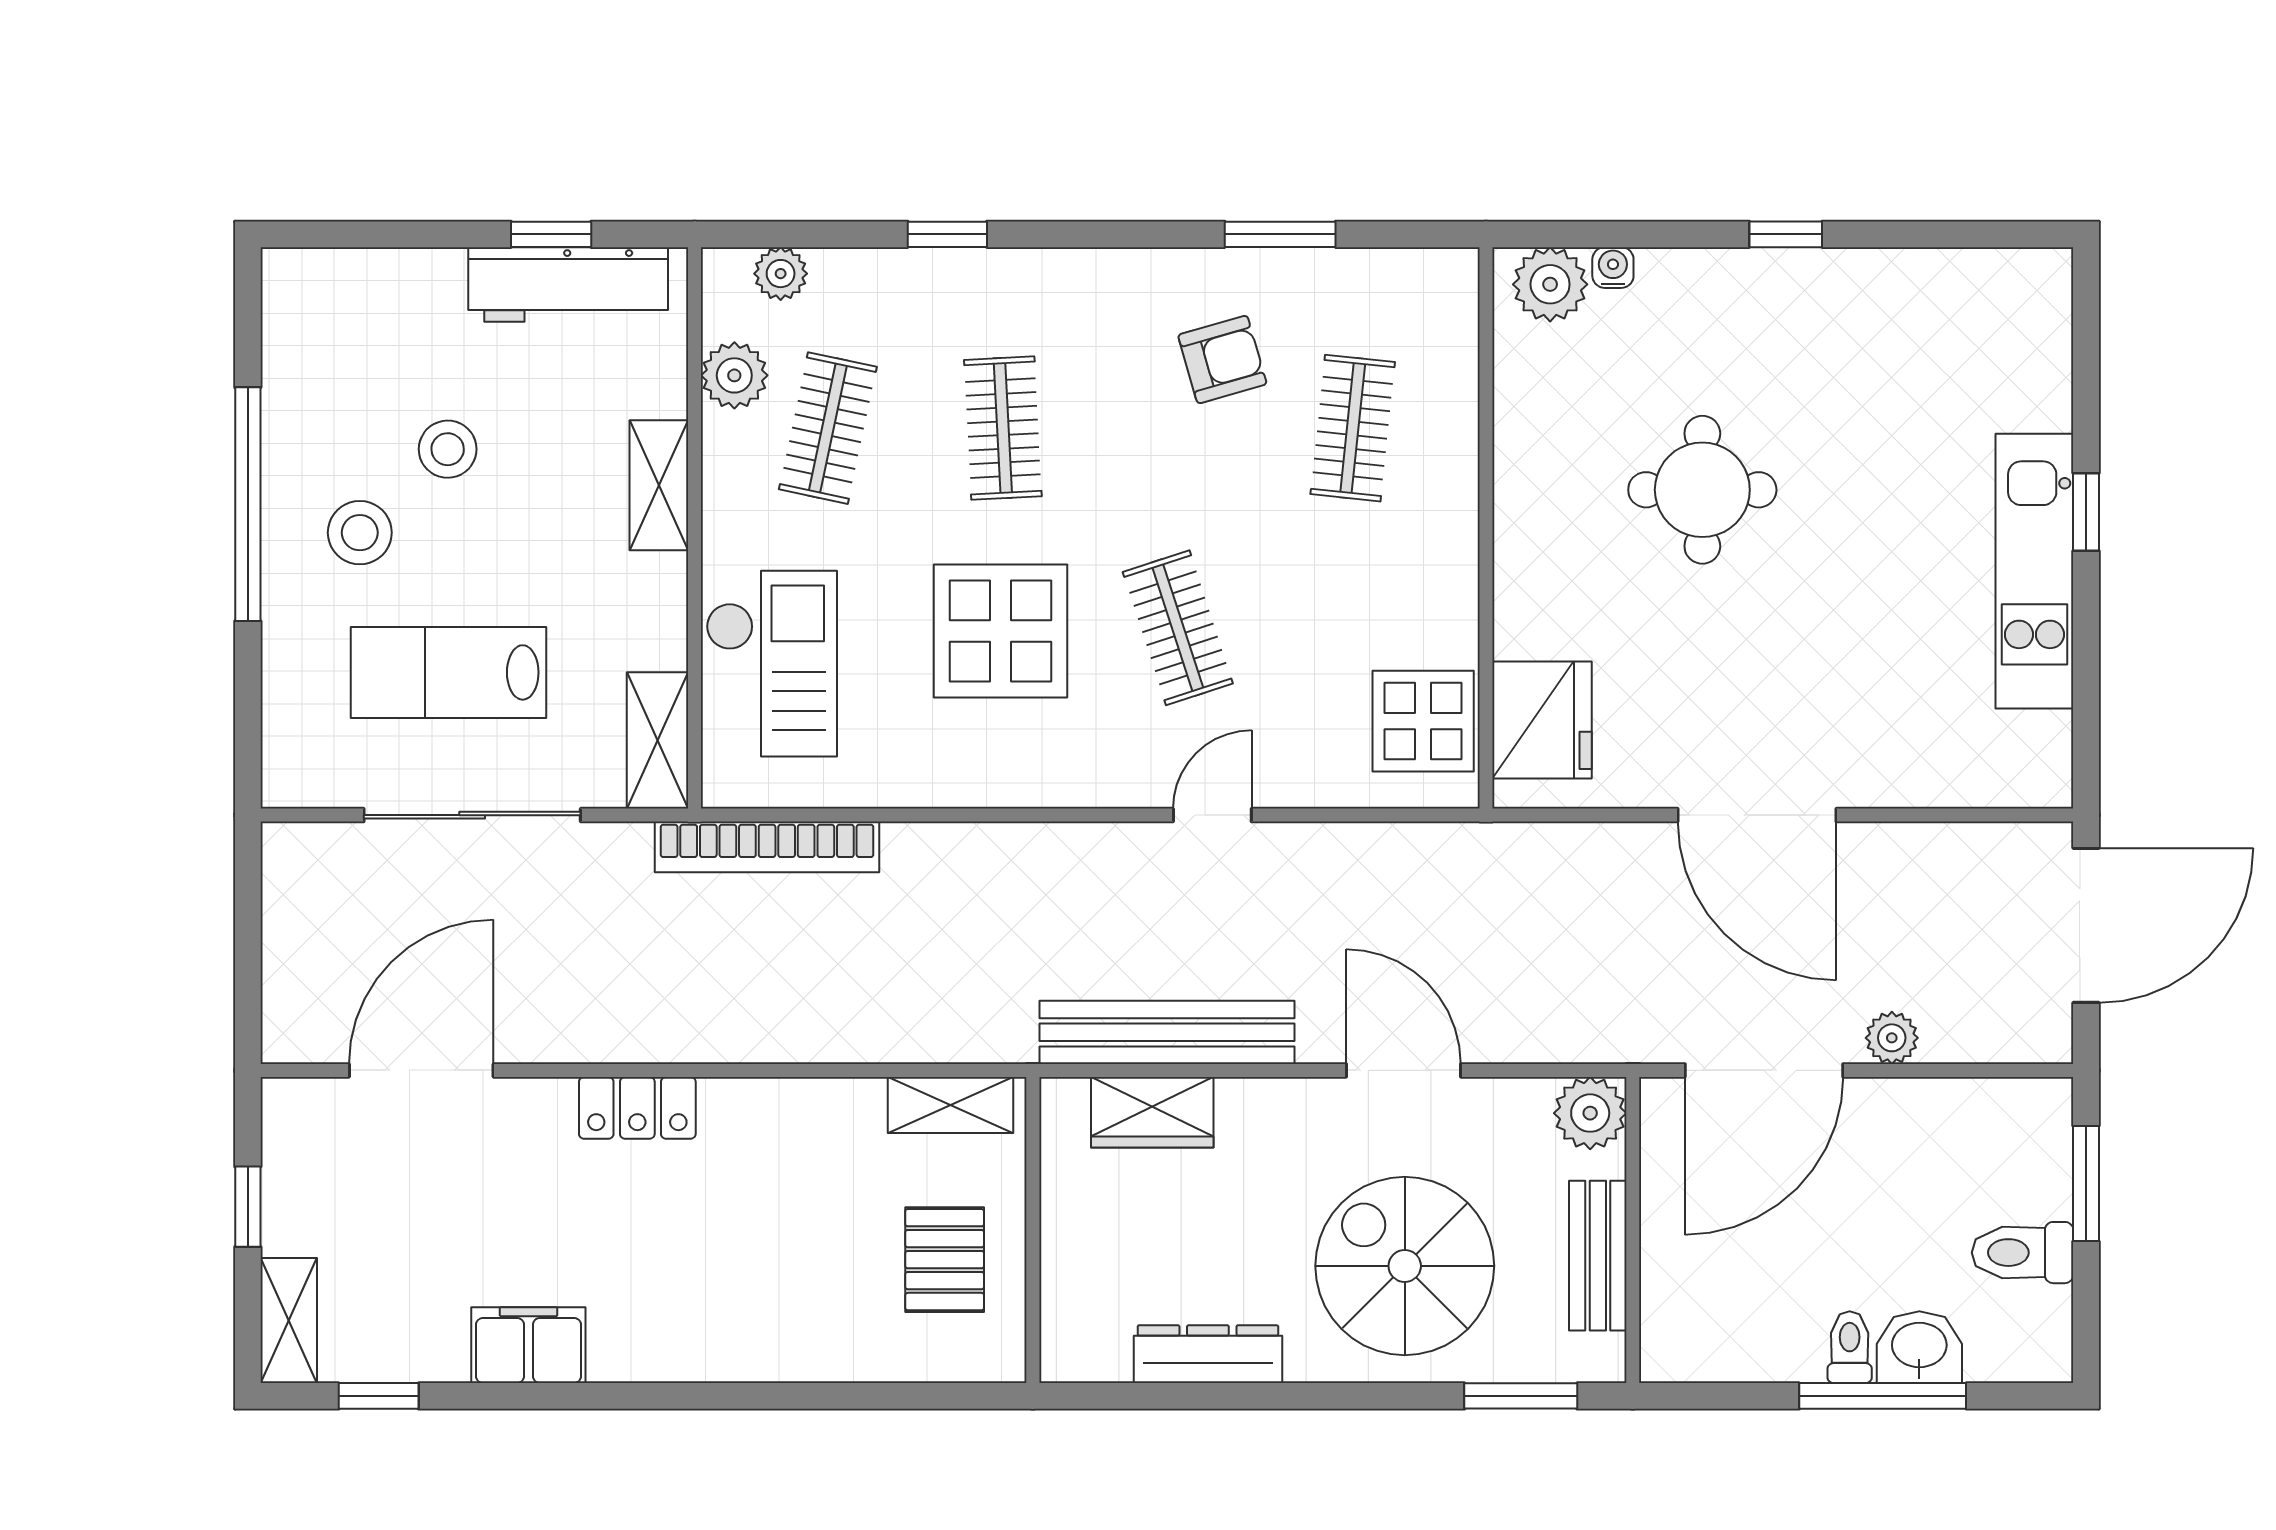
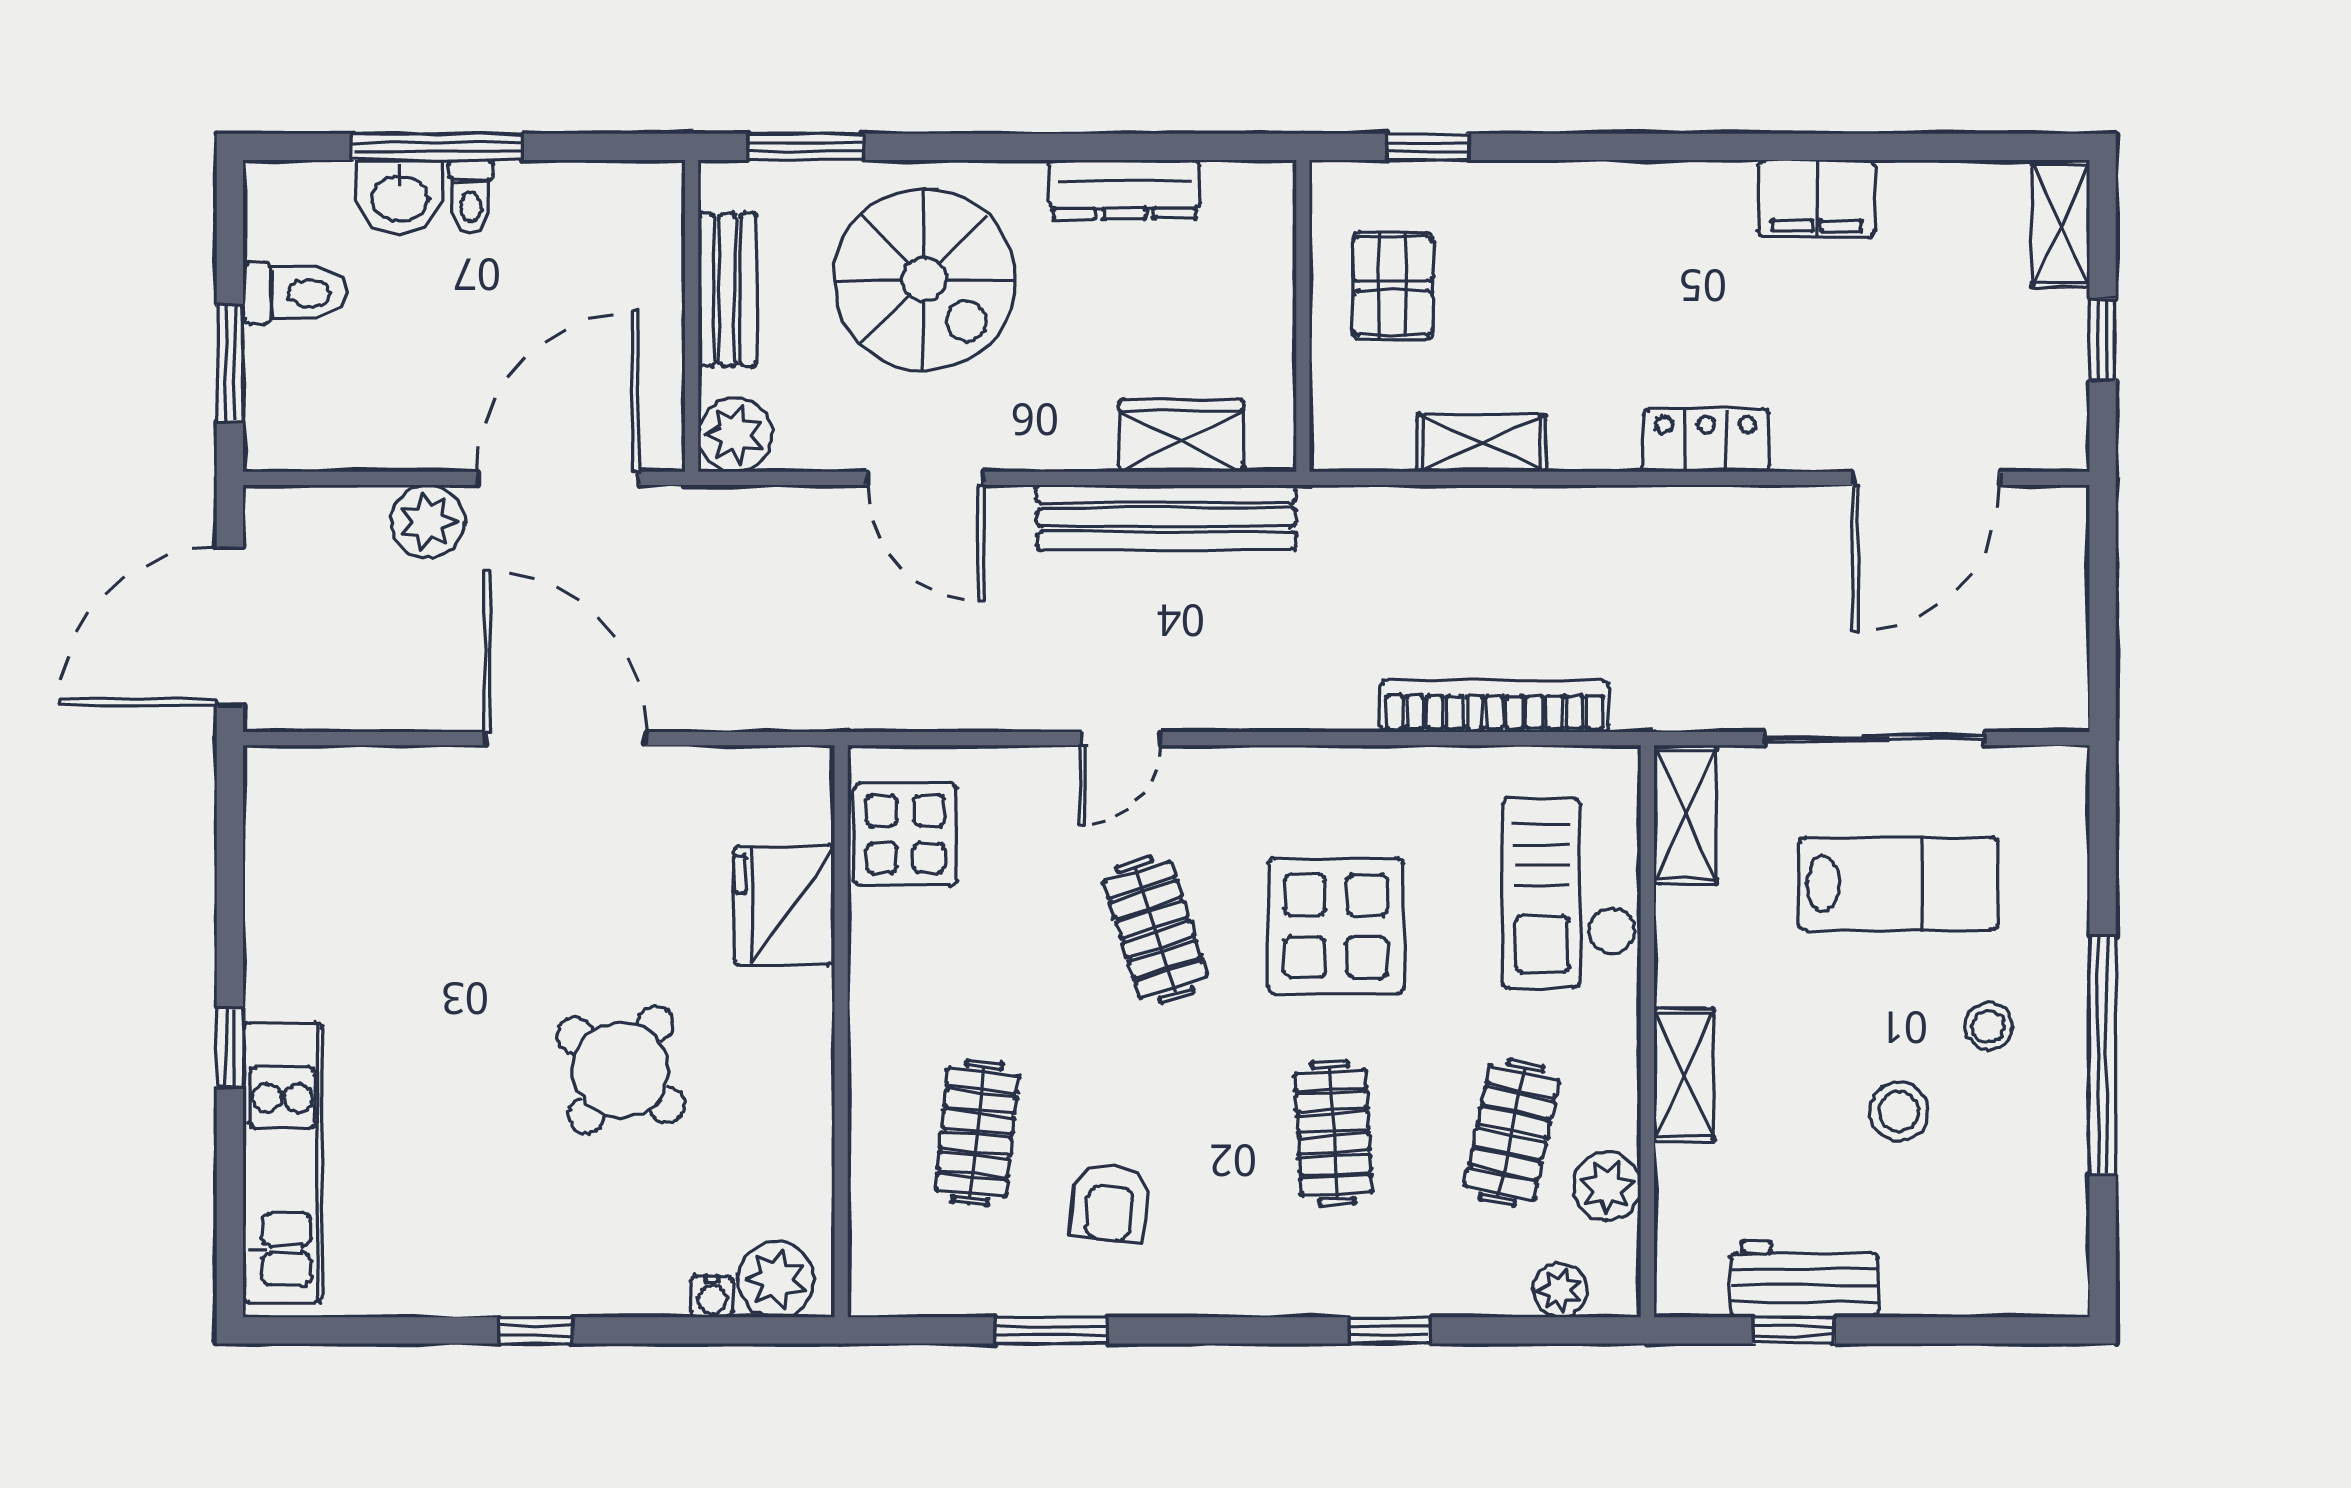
workbench: (568, 285) -> (1804, 1279), width x0.73
armchair: (1222, 359) -> (1110, 1203), turned -67
round table: (1702, 490) -> (621, 1070), turned 37
stool: (360, 533) -> (1989, 1026), width x0.73, depth x0.73
kitchen unit: (2034, 571) -> (282, 1162), moved
fridge: (1542, 720) -> (784, 905), moved
bookcase: (767, 847) -> (1495, 706), moved
plant: (1892, 1038) -> (428, 522), width x1.38, depth x1.38
shelving: (951, 1105) -> (1482, 443), moved
window: (379, 1396) -> (1428, 147), moved

